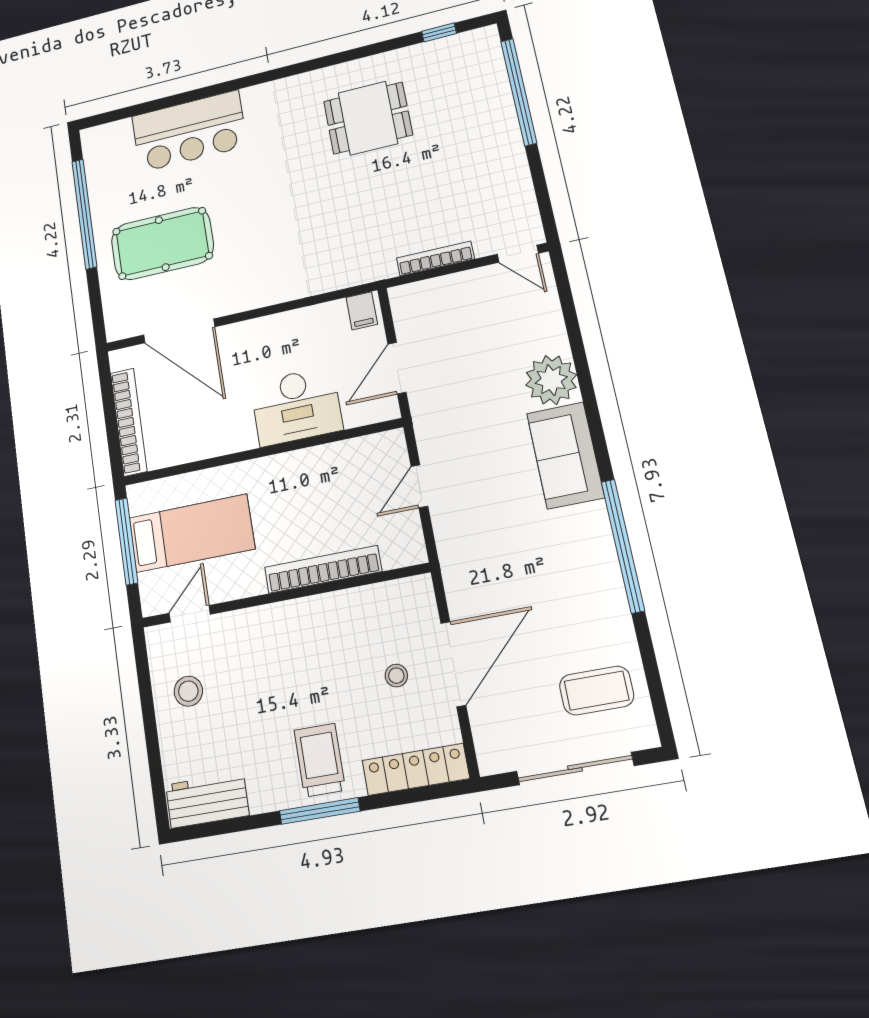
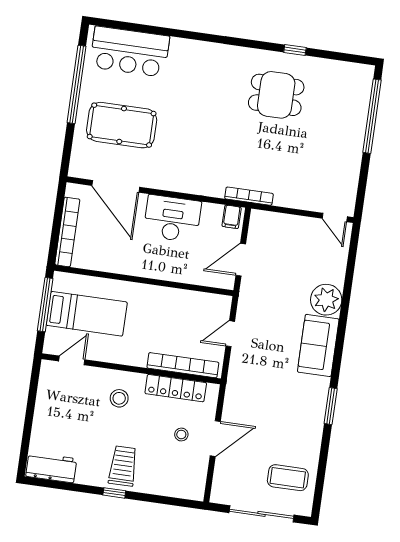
window: (439, 32) -> (295, 50), moved
bar counter: (189, 131) -> (130, 52), moved
bookcase: (435, 258) -> (249, 196), moved
desk: (296, 406) -> (172, 219), moved, turned 180
window: (623, 546) -> (331, 406), width x0.47
bookcase: (323, 569) -> (183, 365), moved
door: (453, 664) -> (215, 439), width x0.73
stool: (188, 691) -> (119, 398), moved
locker: (416, 769) -> (176, 388), moved, turned 180
window: (320, 811) -> (114, 493), width x0.46

